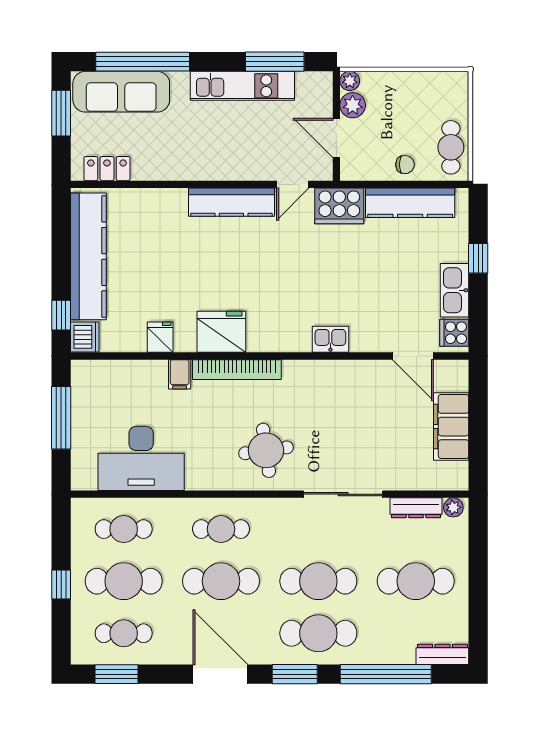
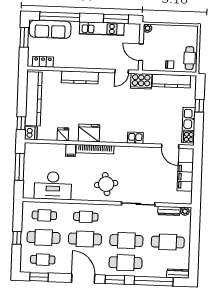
plant: (353, 105) -> (148, 39), removed
kitchen counter: (231, 202) -> (80, 77), moved

